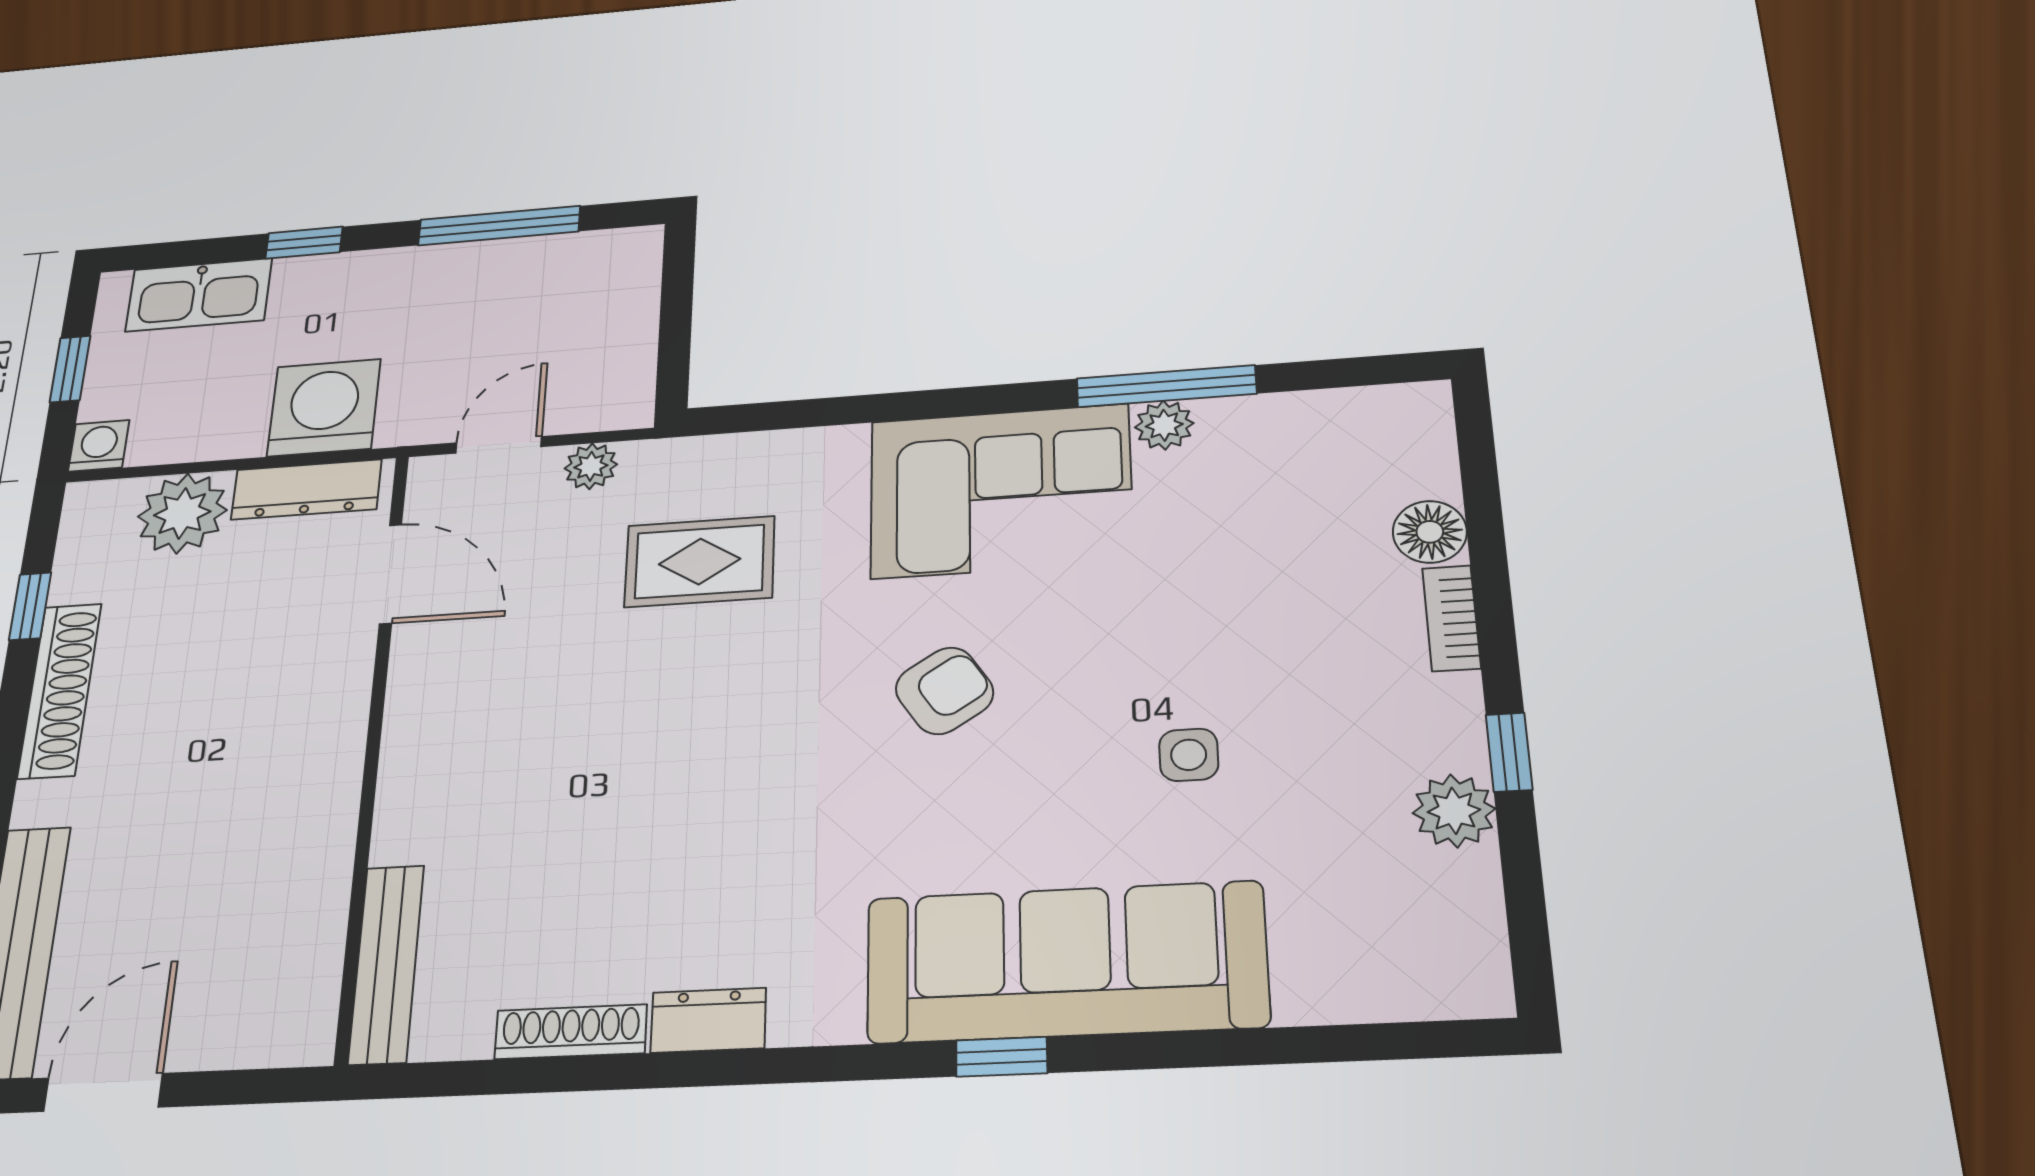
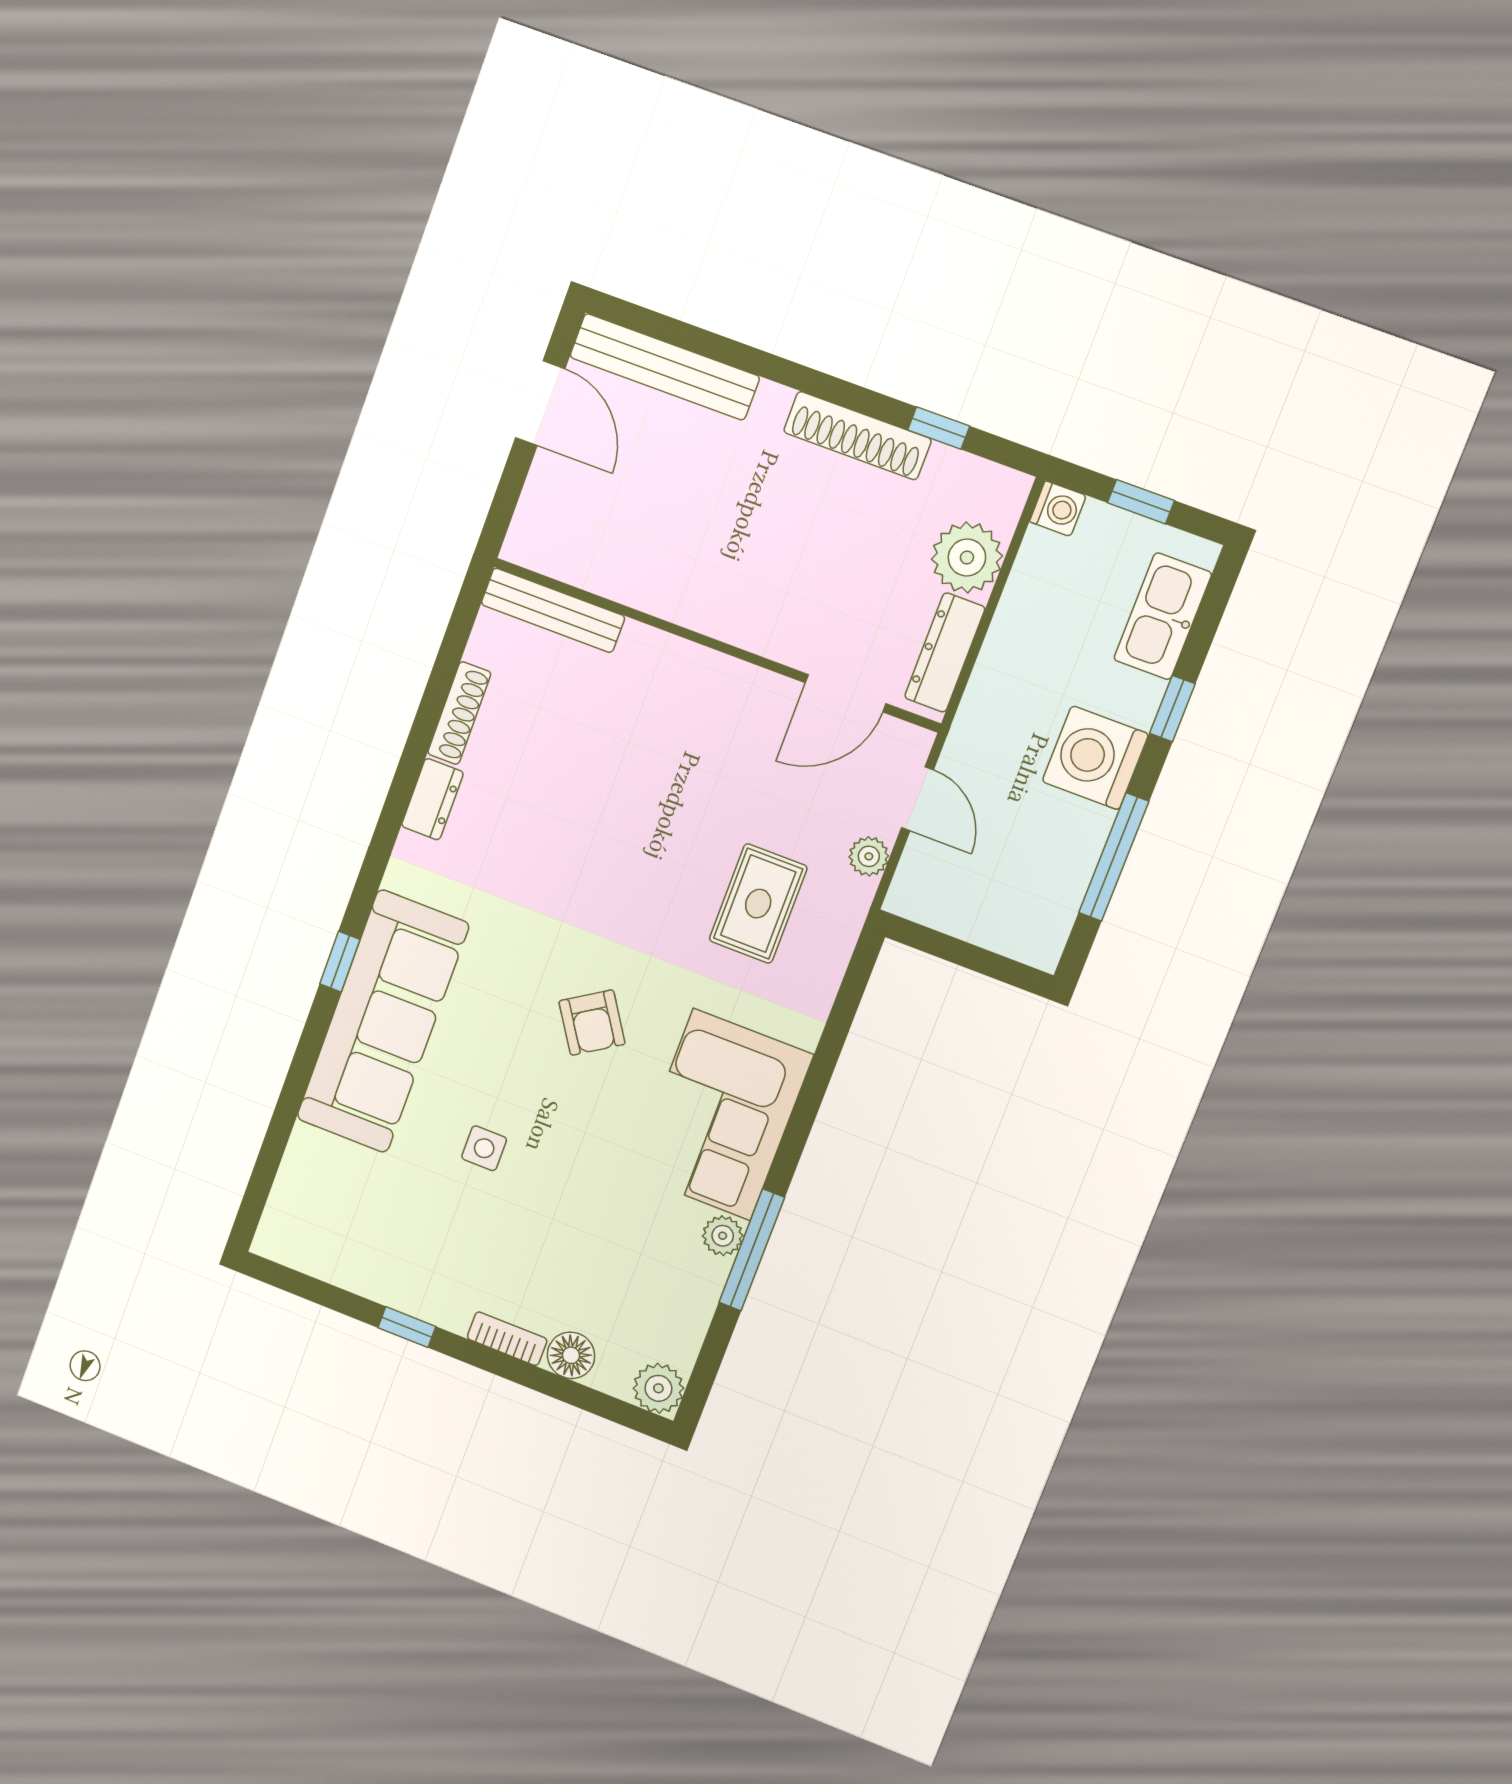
washing machine: (324, 408) -> (1095, 758), moved, turned 180
plant: (1454, 811) -> (658, 1388), moved

